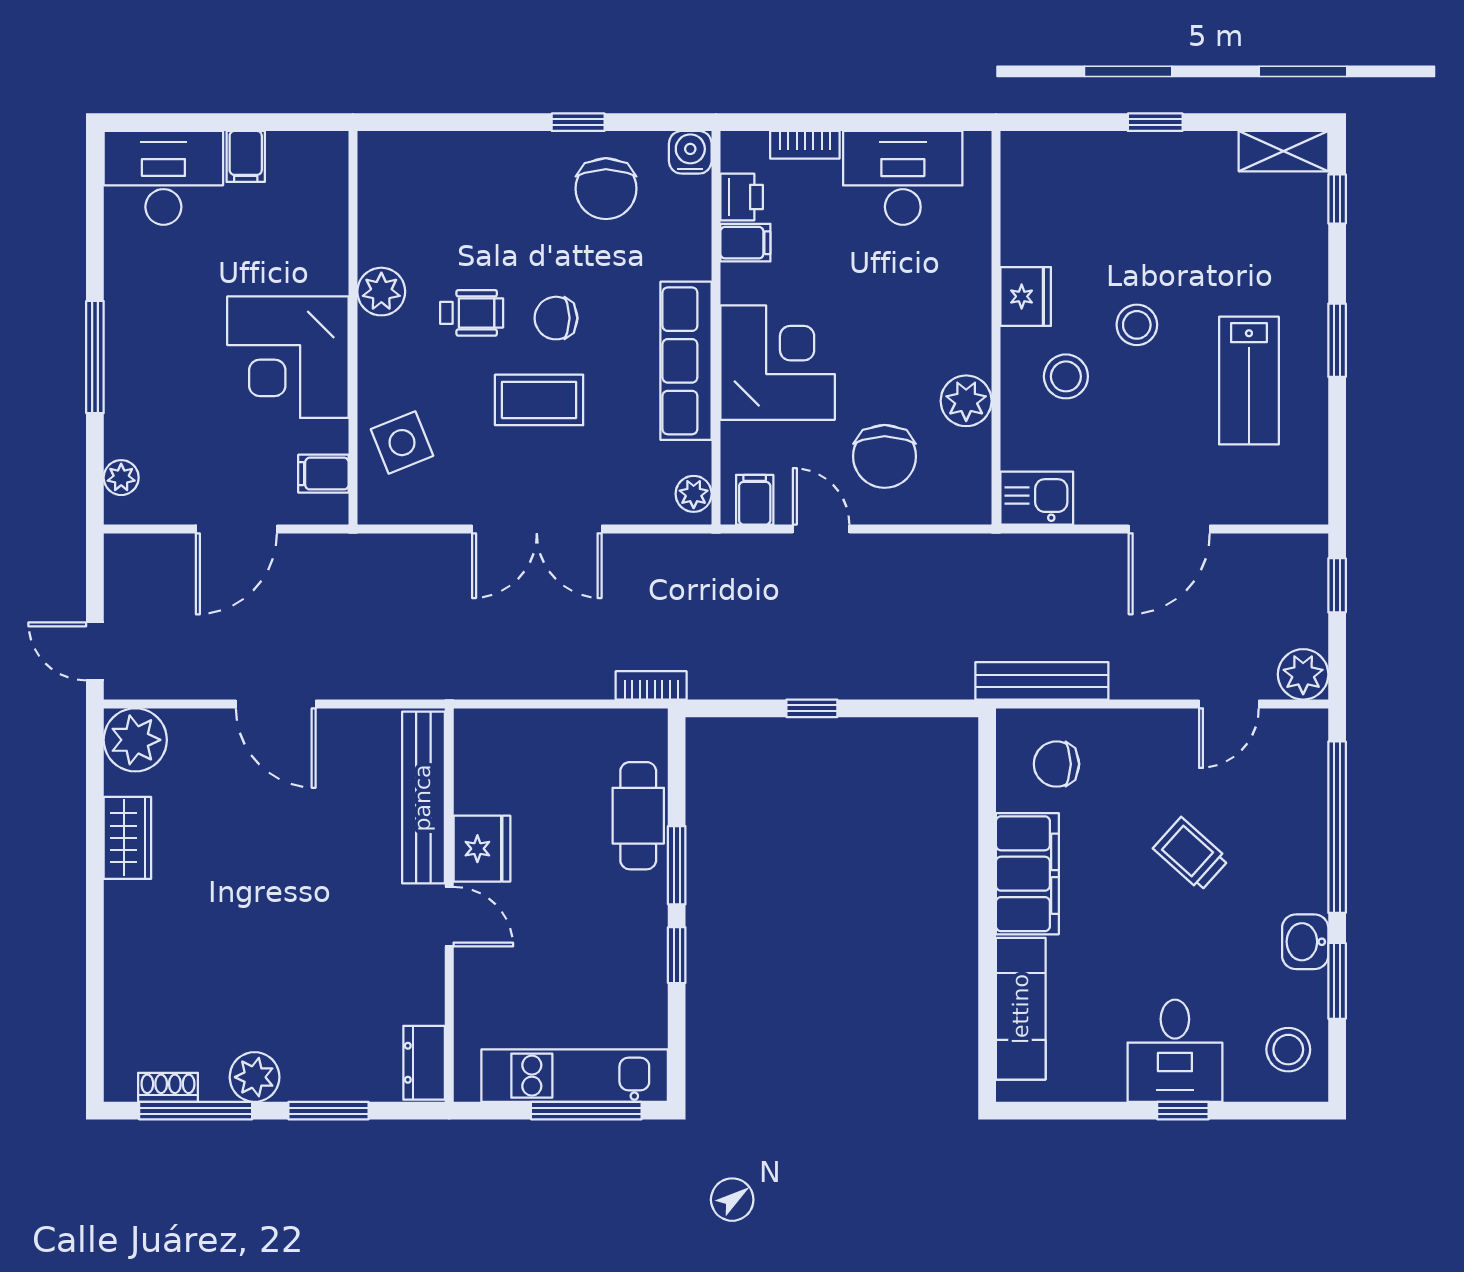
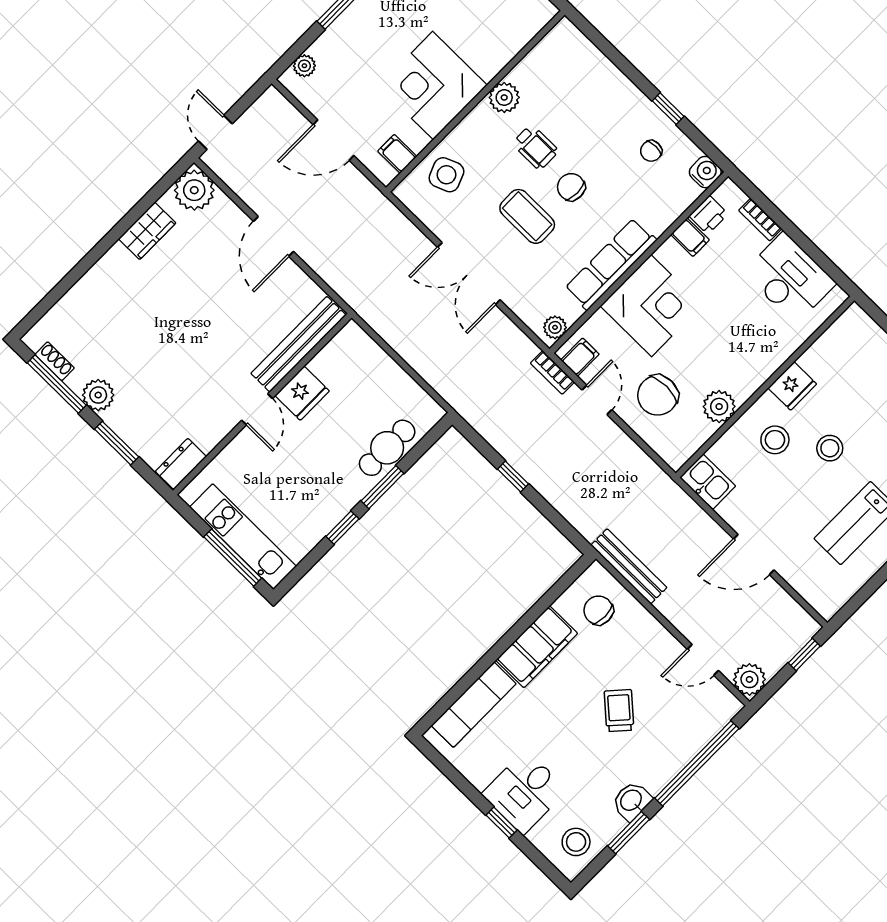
chair: (606, 189) -> (651, 151), width x0.54, depth x0.54
bookcase: (651, 685) -> (552, 372), moved, turned 180

